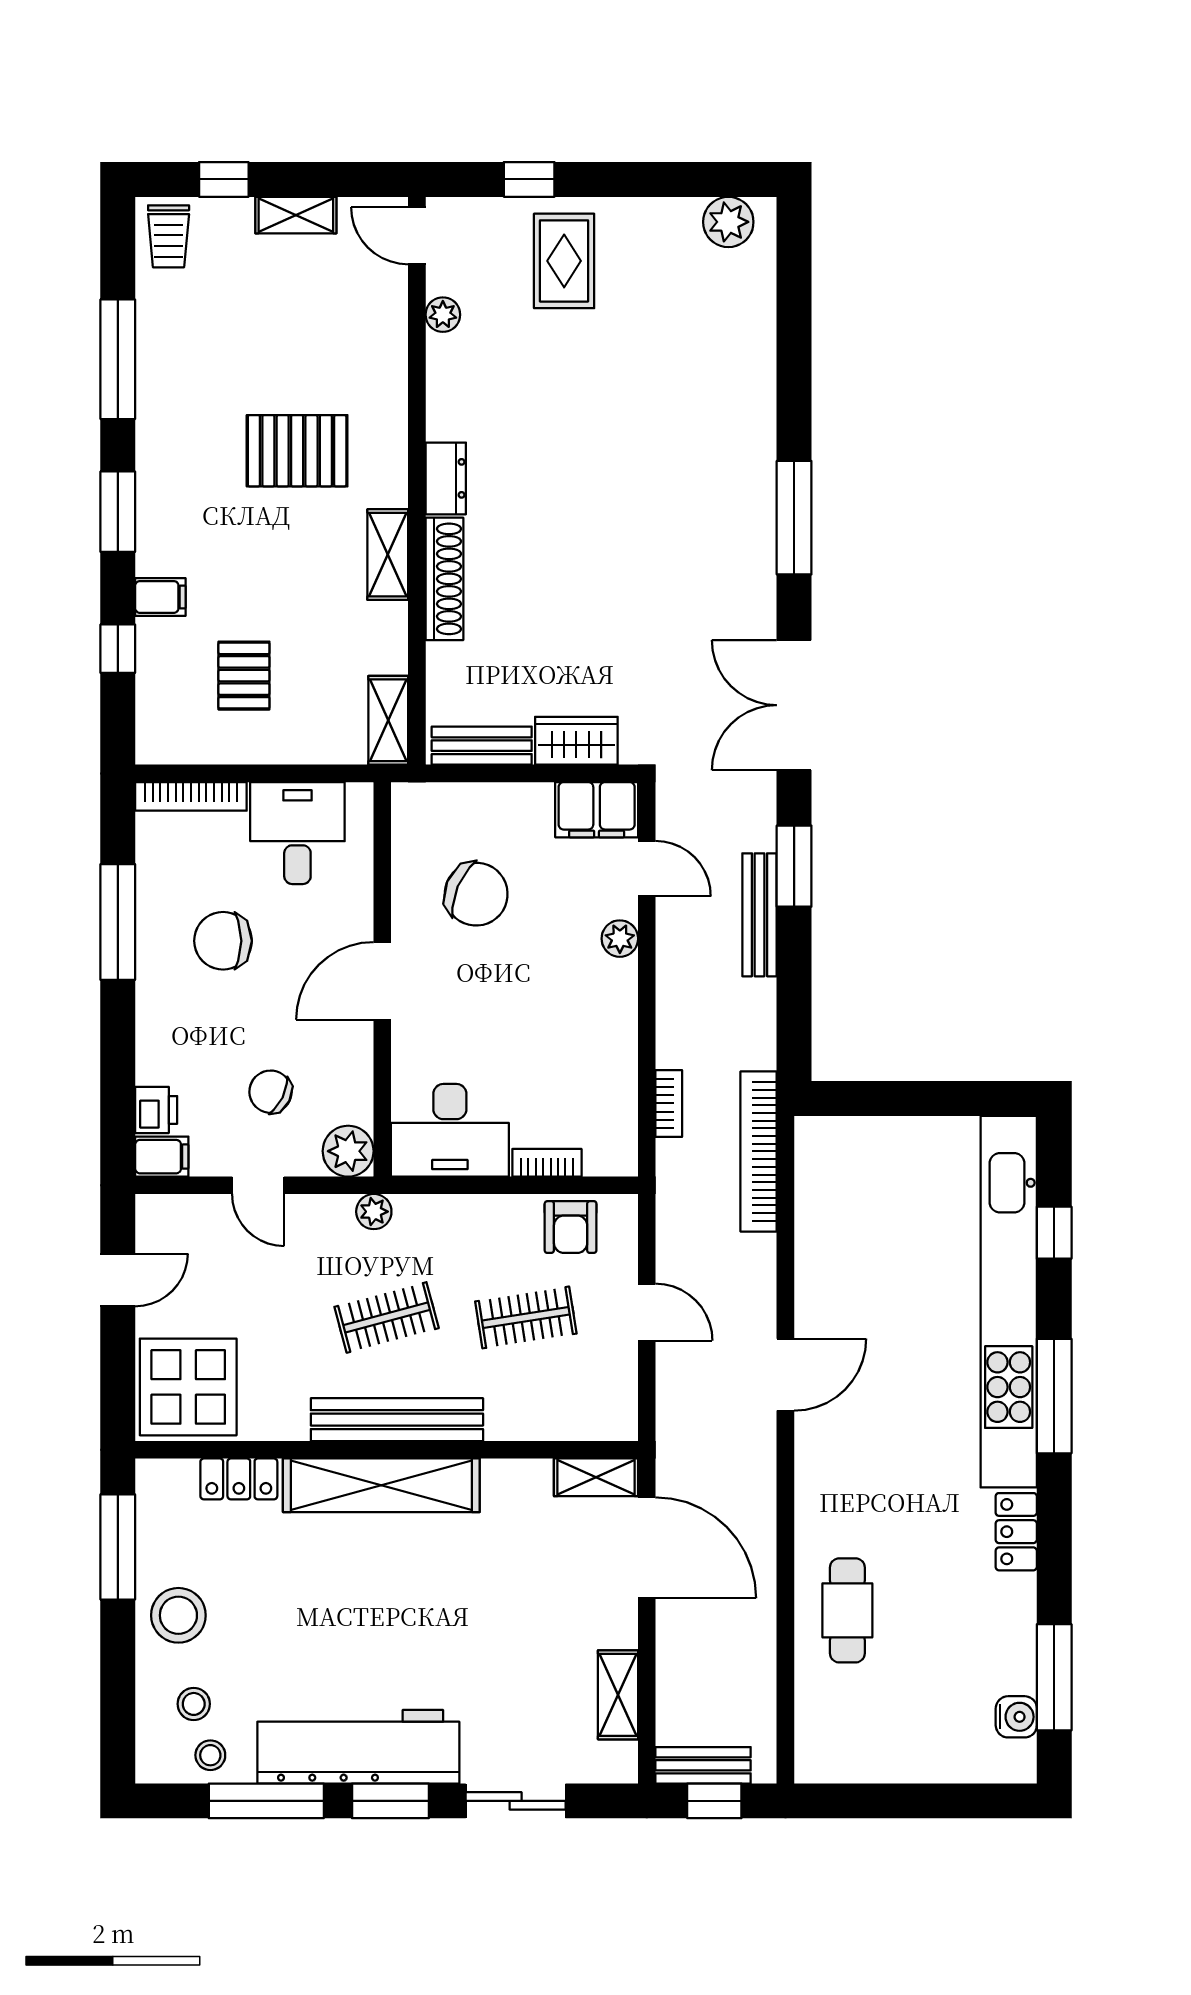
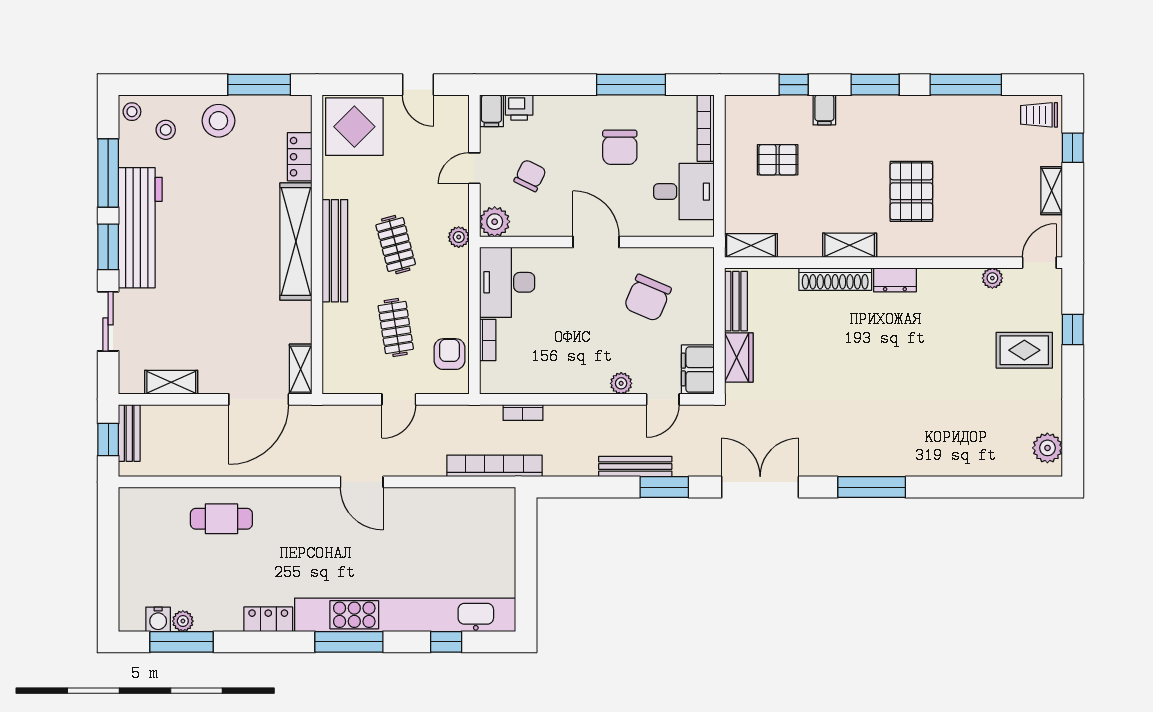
chair: (223, 941) -> (620, 147), turned 180
armchair: (571, 1227) -> (450, 354), turned 90
plant: (1019, 1675) -> (183, 621), added
stool: (210, 1755) -> (132, 112), moved

